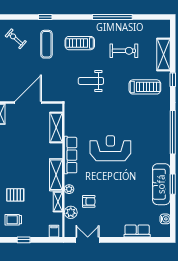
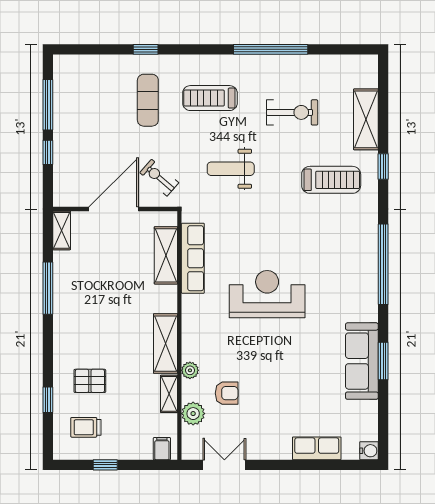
exercise bike: (16, 39) -> (159, 178), moved
row of seats: (71, 155) -> (193, 258), moved
water cooler: (165, 219) -> (369, 451), moved

